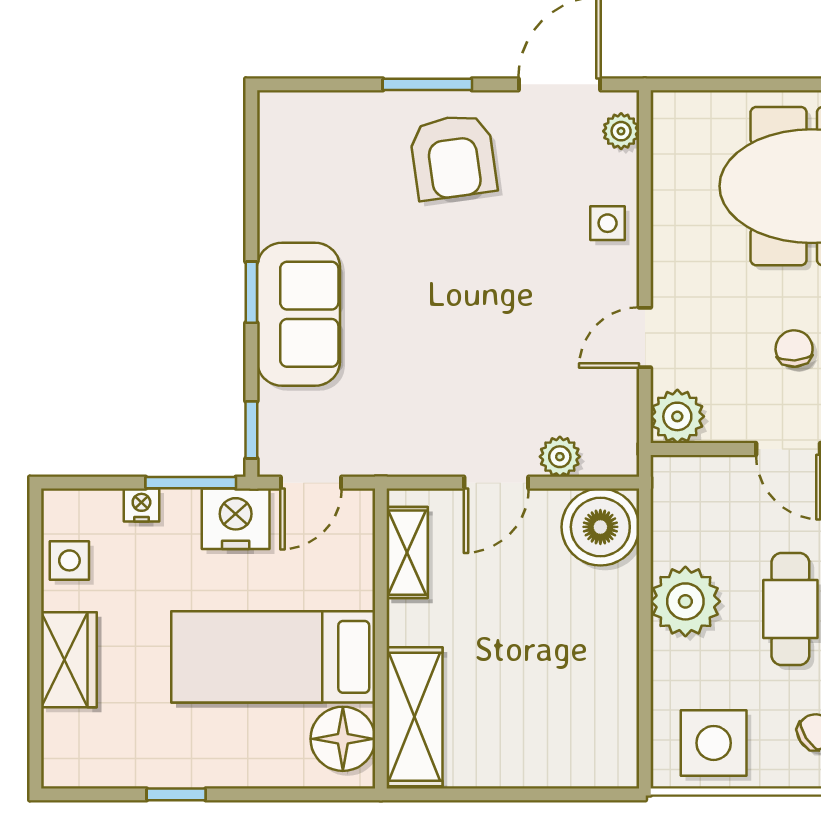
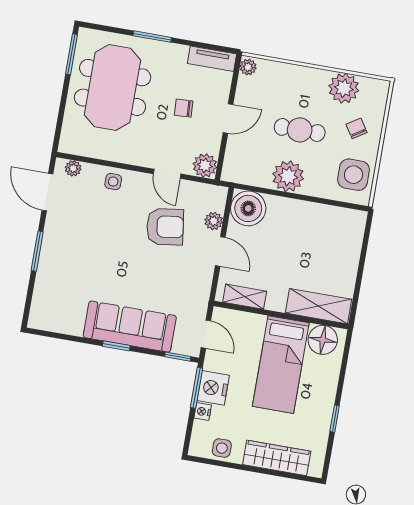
armchair: (453, 157) -> (165, 227), moved
sofa: (299, 314) -> (130, 327), width x1.36
nightstand: (236, 519) -> (213, 388), moved
wardrobe: (69, 660) -> (277, 458), width x1.50

